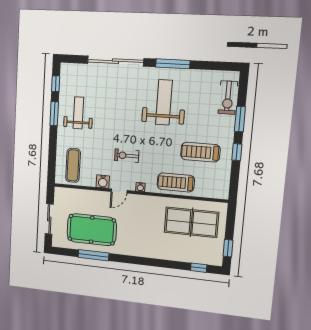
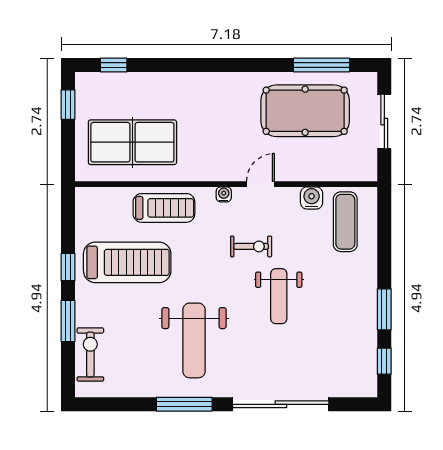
weight bench: (78, 113) -> (279, 296), moved
treadmill: (200, 152) -> (127, 262), width x1.37, depth x1.38
water cooler: (103, 182) -> (312, 198), moved
window: (94, 255) -> (321, 65), moved

